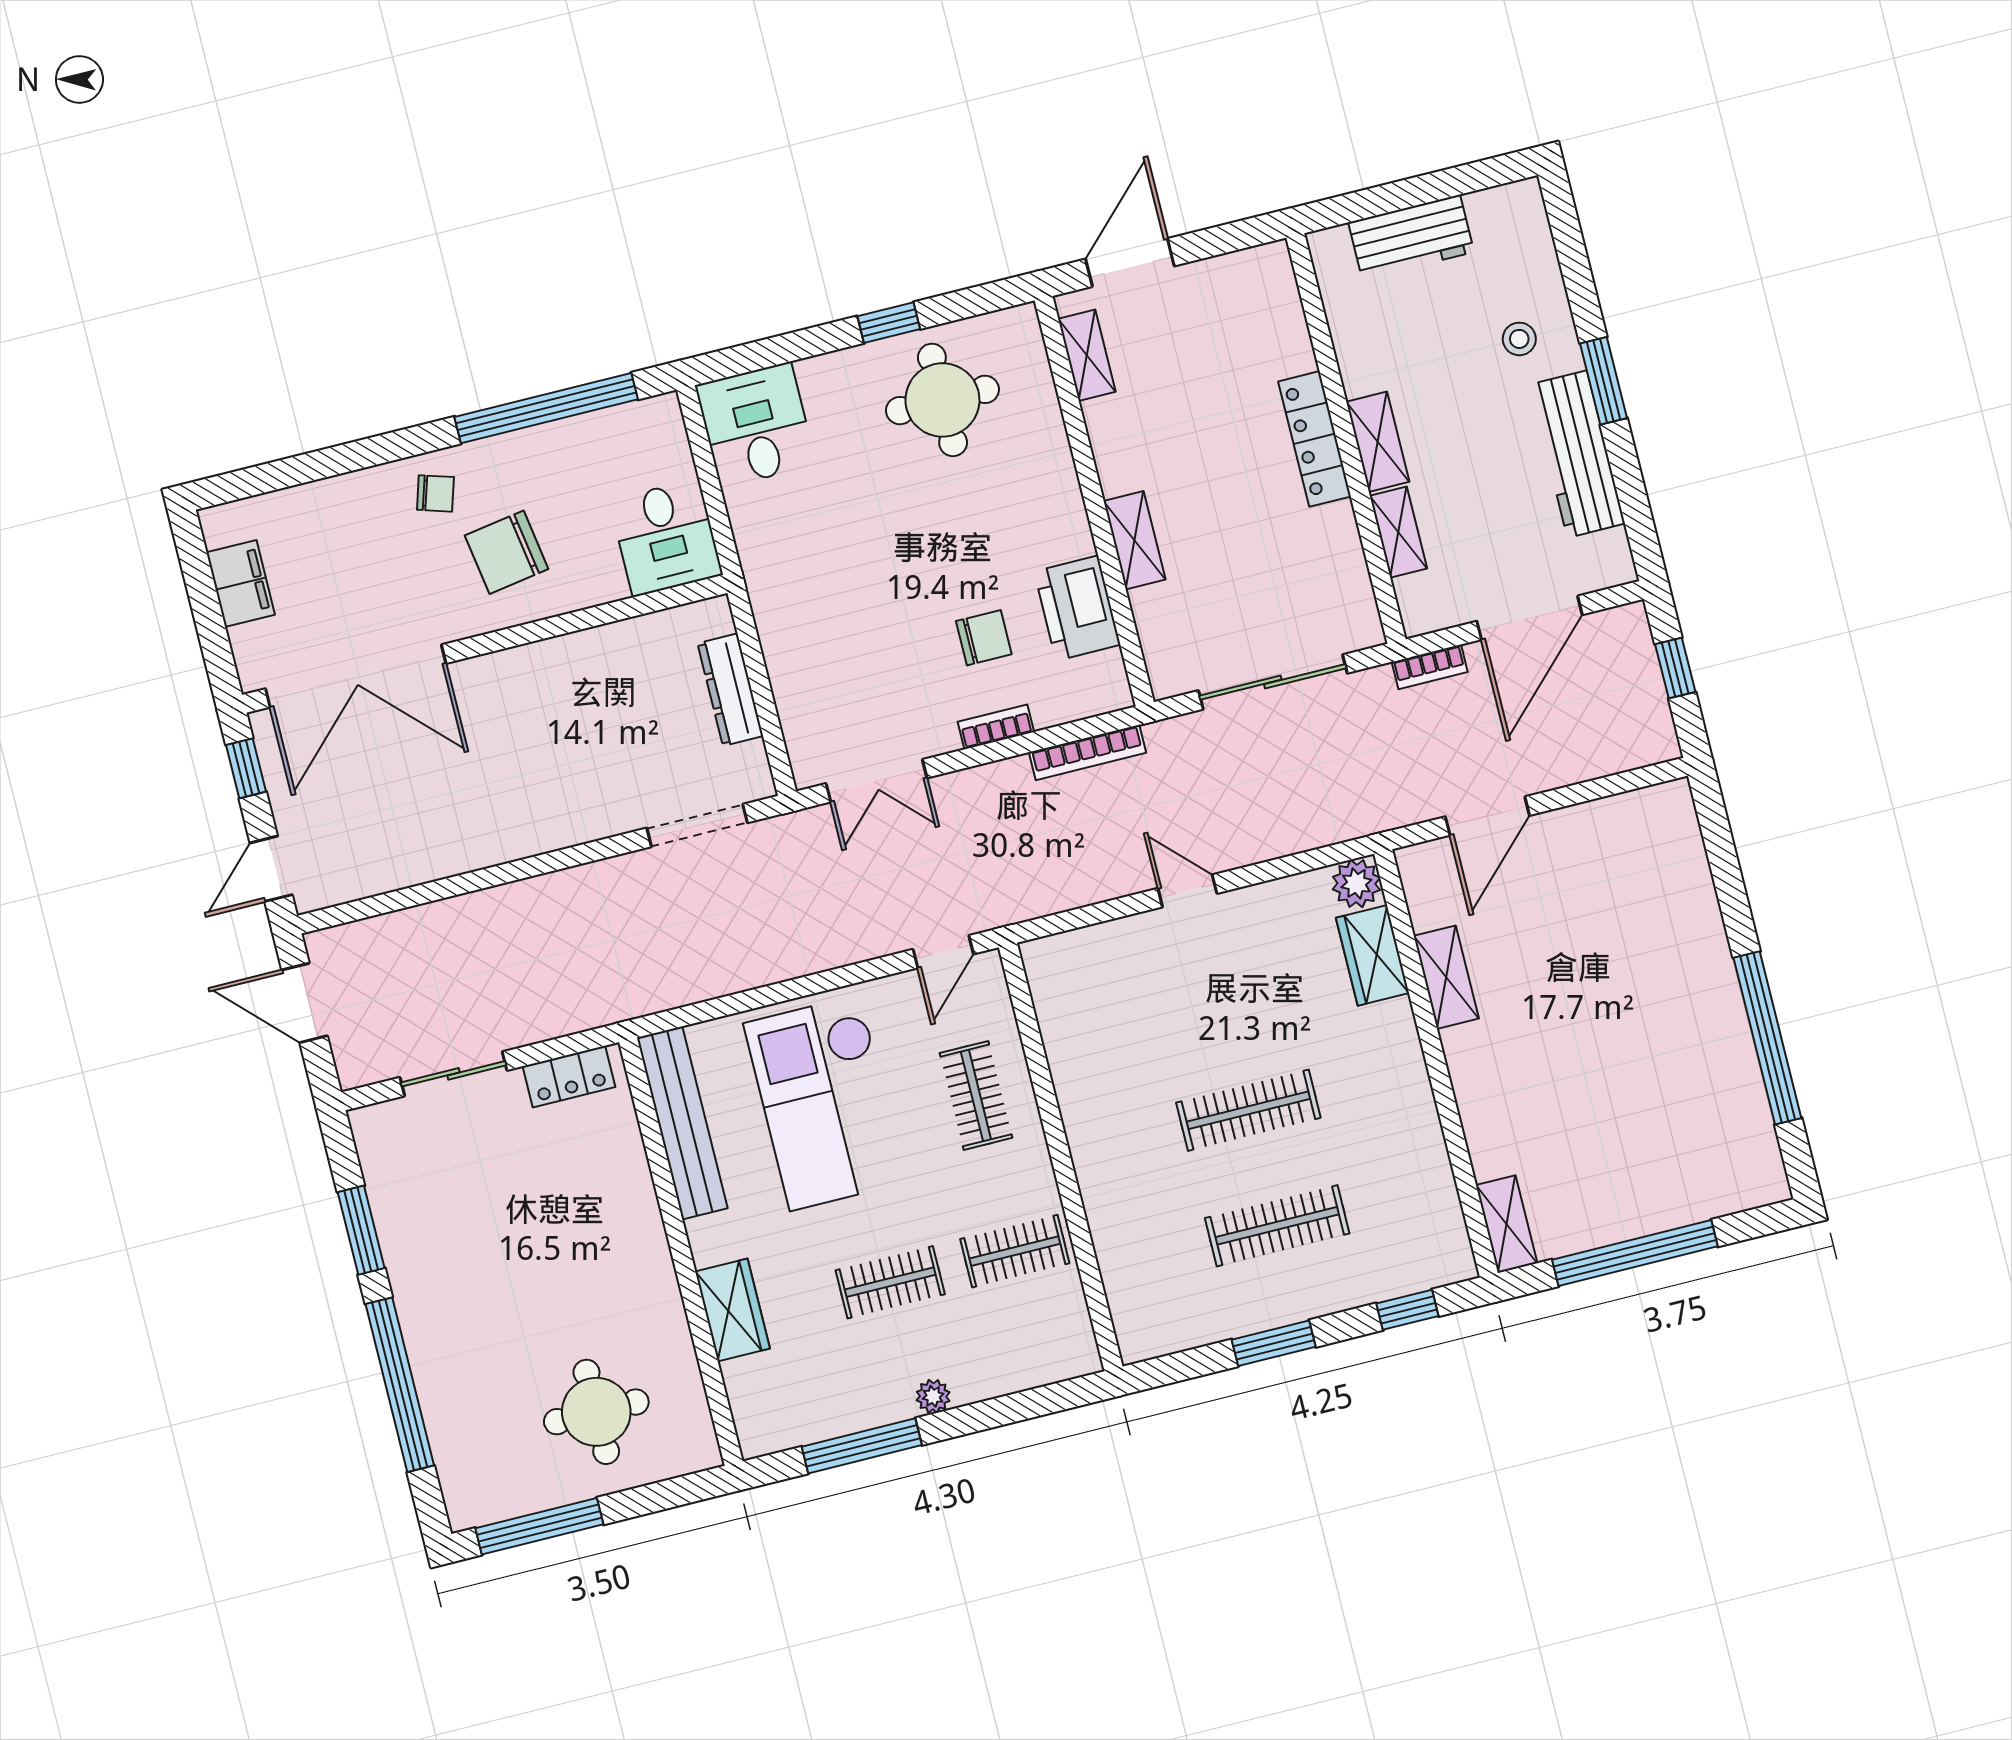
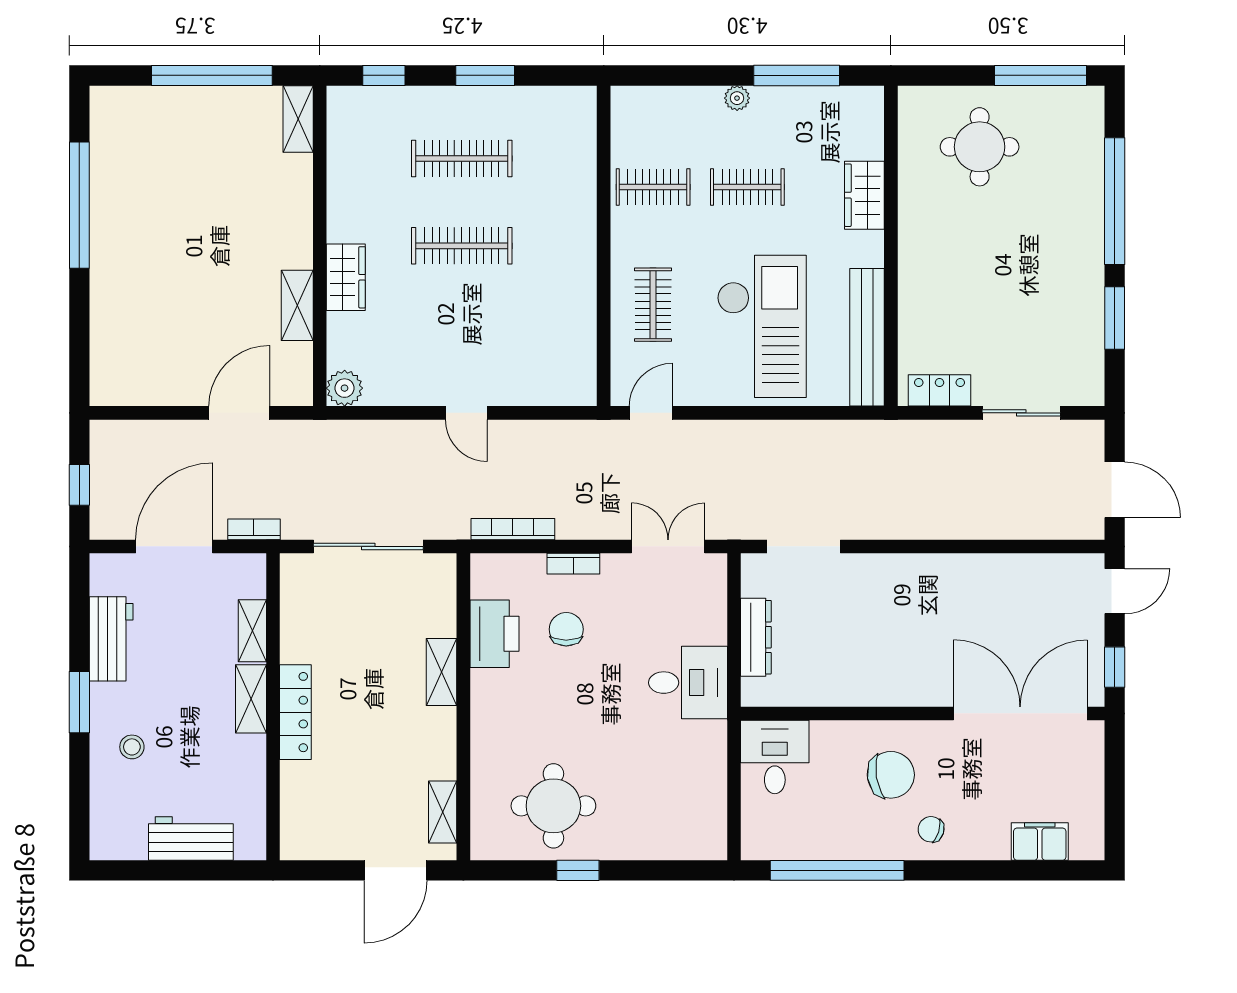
desk: (756, 425) -> (688, 683), moved, turned -90
workbench: (1577, 454) -> (111, 639), width x0.73
filing cabinet: (241, 584) -> (1040, 842), moved, turned 90
chair: (984, 638) -> (566, 629), turned 90
wardrobe: (1373, 955) -> (346, 277), moved

